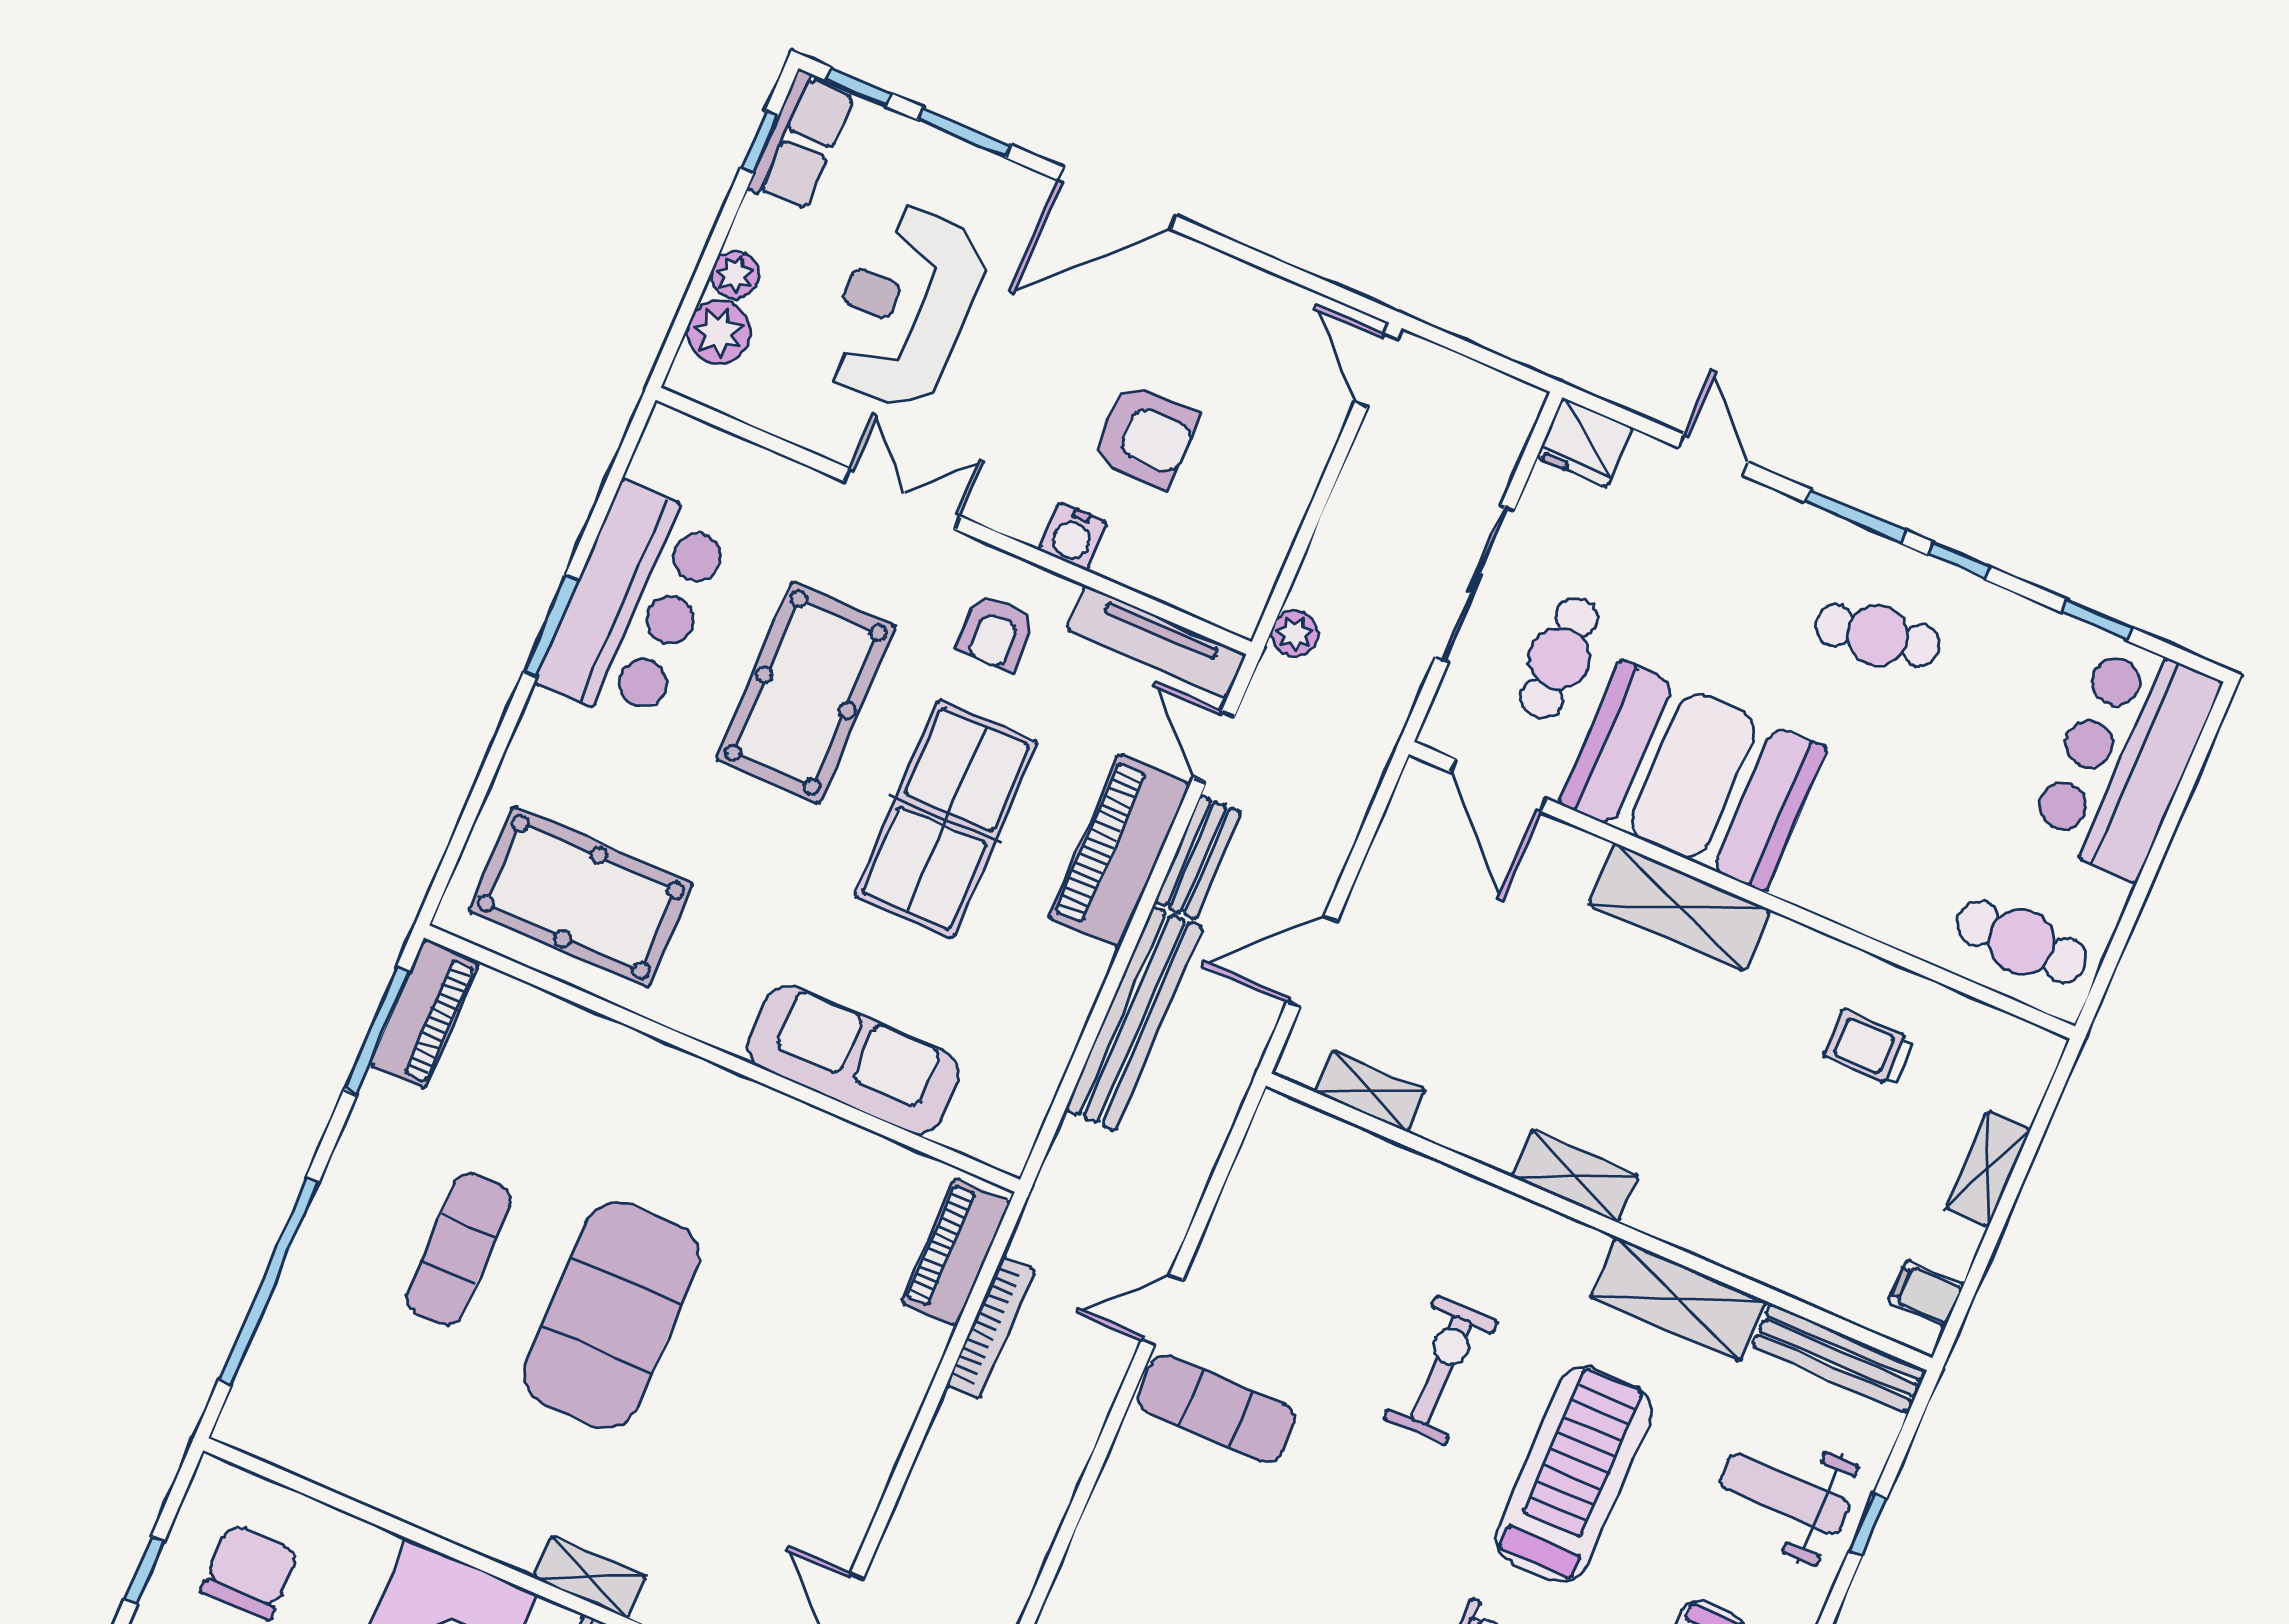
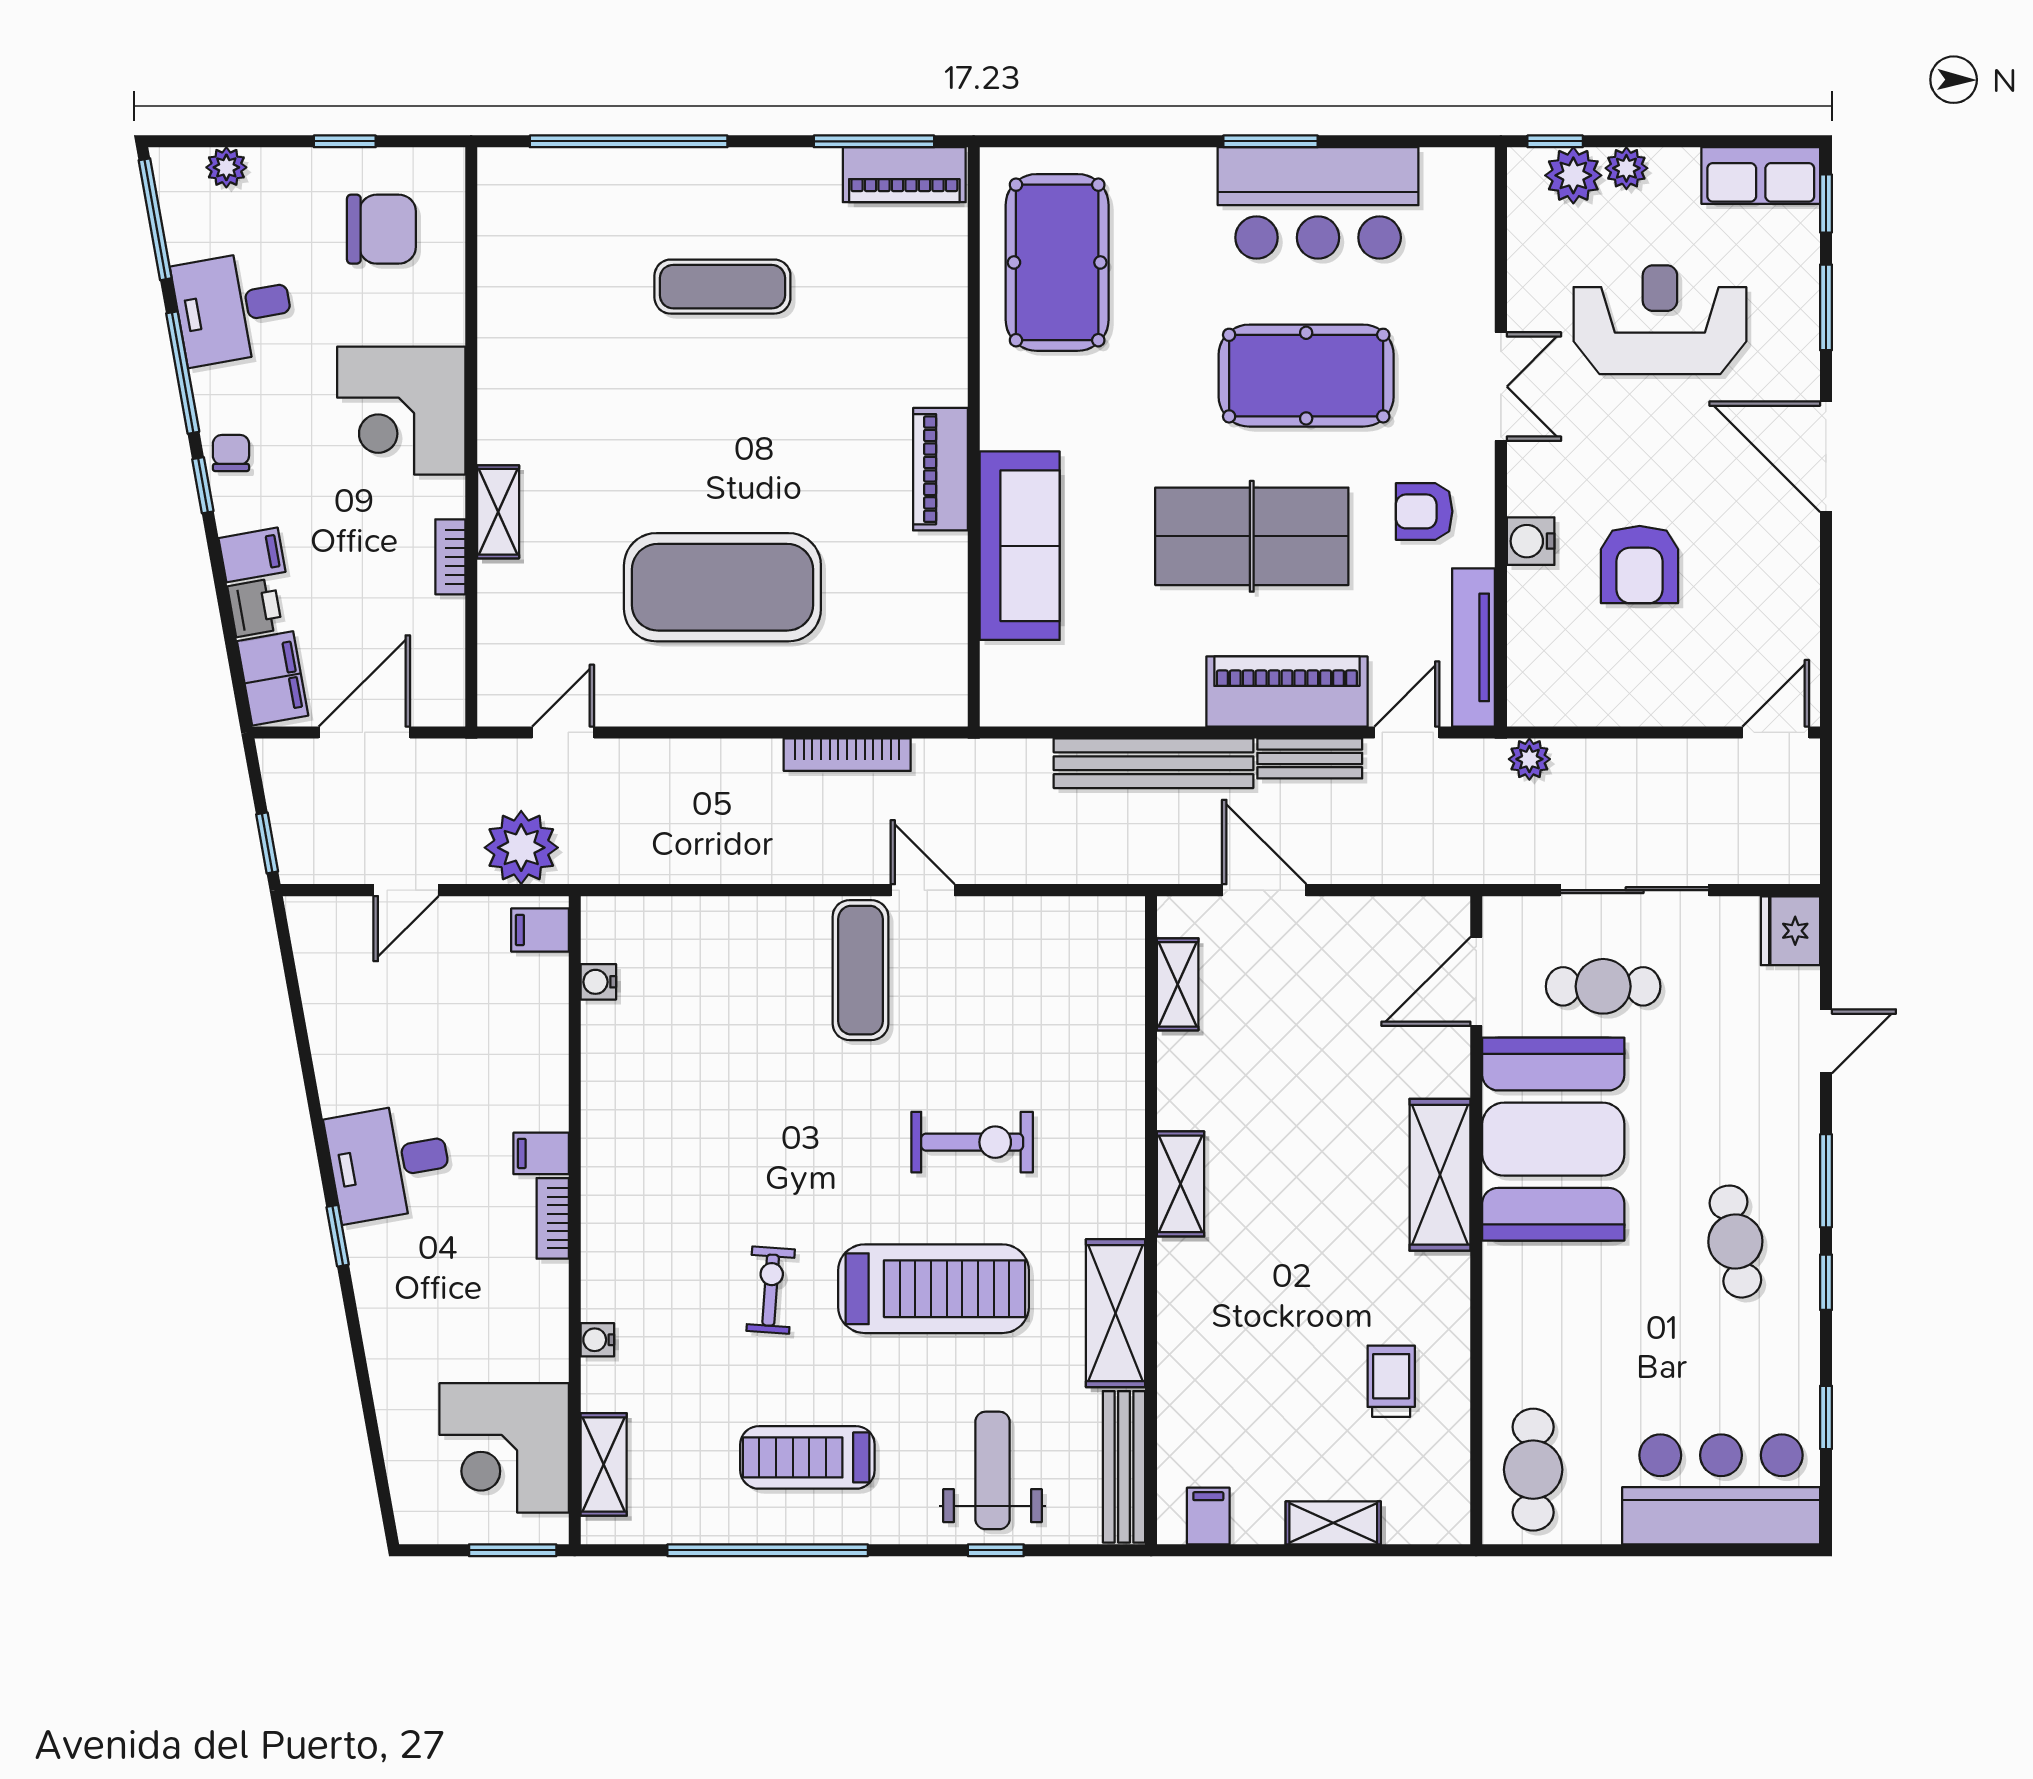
window: (760, 141) -> (1555, 141), moved
piano: (956, 1252) -> (940, 469), moved, turned -90
exercise mat: (612, 1315) -> (722, 587), moved

